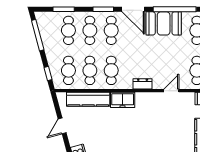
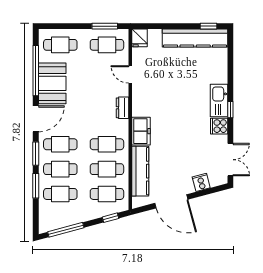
window: (64, 9) -> (36, 186), moved
door: (62, 126) -> (171, 201), width x1.88

